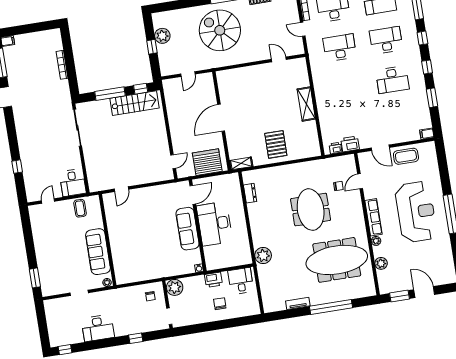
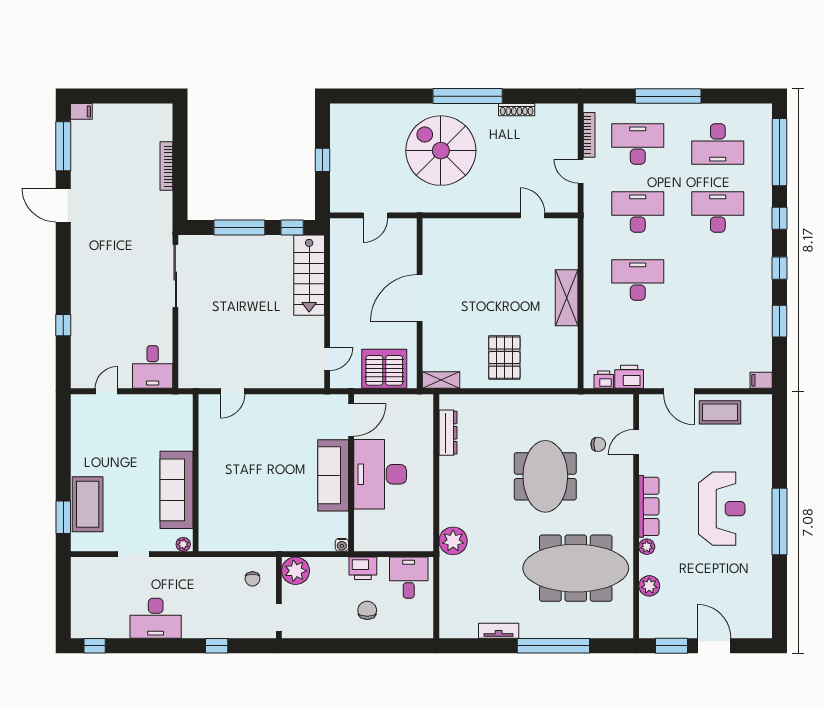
plant: (162, 36) -> (343, 144), removed
desk: (392, 80) -> (638, 280), moved, turned 180
stairs: (134, 103) -> (309, 275), moved, turned 90
dresser: (250, 193) -> (448, 433), width x1.44
coffee table: (80, 208) -> (88, 504), moved, width x1.86, depth x1.72
reception desk: (416, 212) -> (722, 509), width x0.74, depth x0.77

